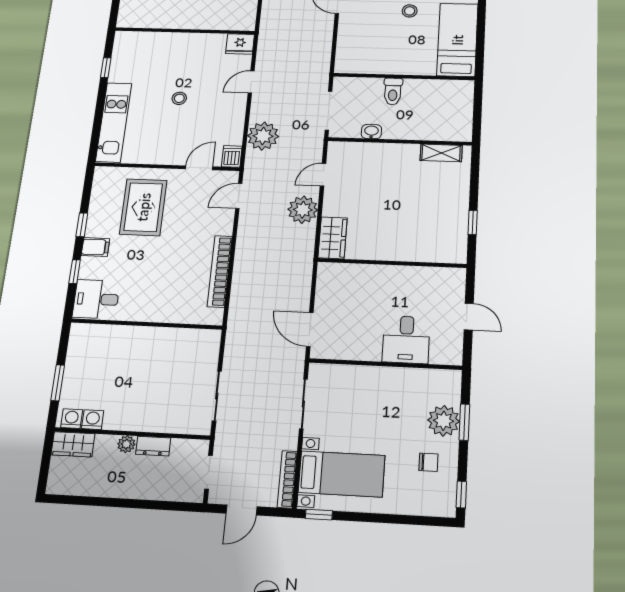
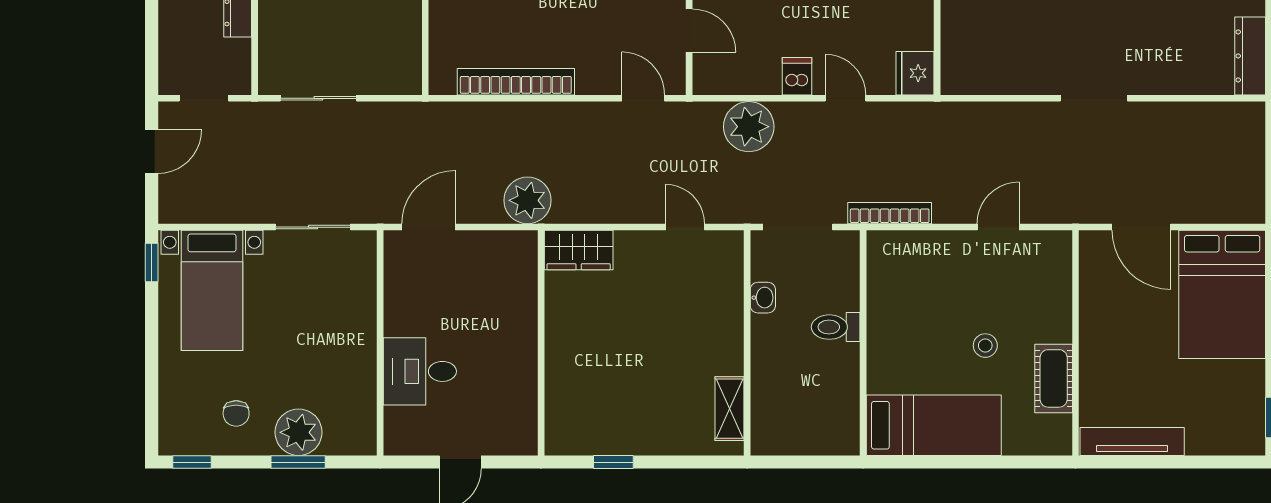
dishwasher: (232, 156) -> (797, 76), moved, turned -90
plant: (303, 210) -> (528, 200), moved
bookcase: (287, 479) -> (890, 213), moved
door: (241, 510) -> (152, 152), swing flipped

